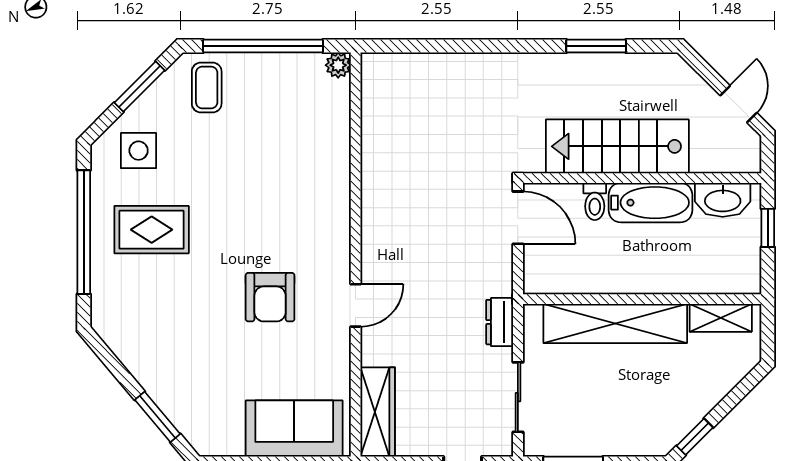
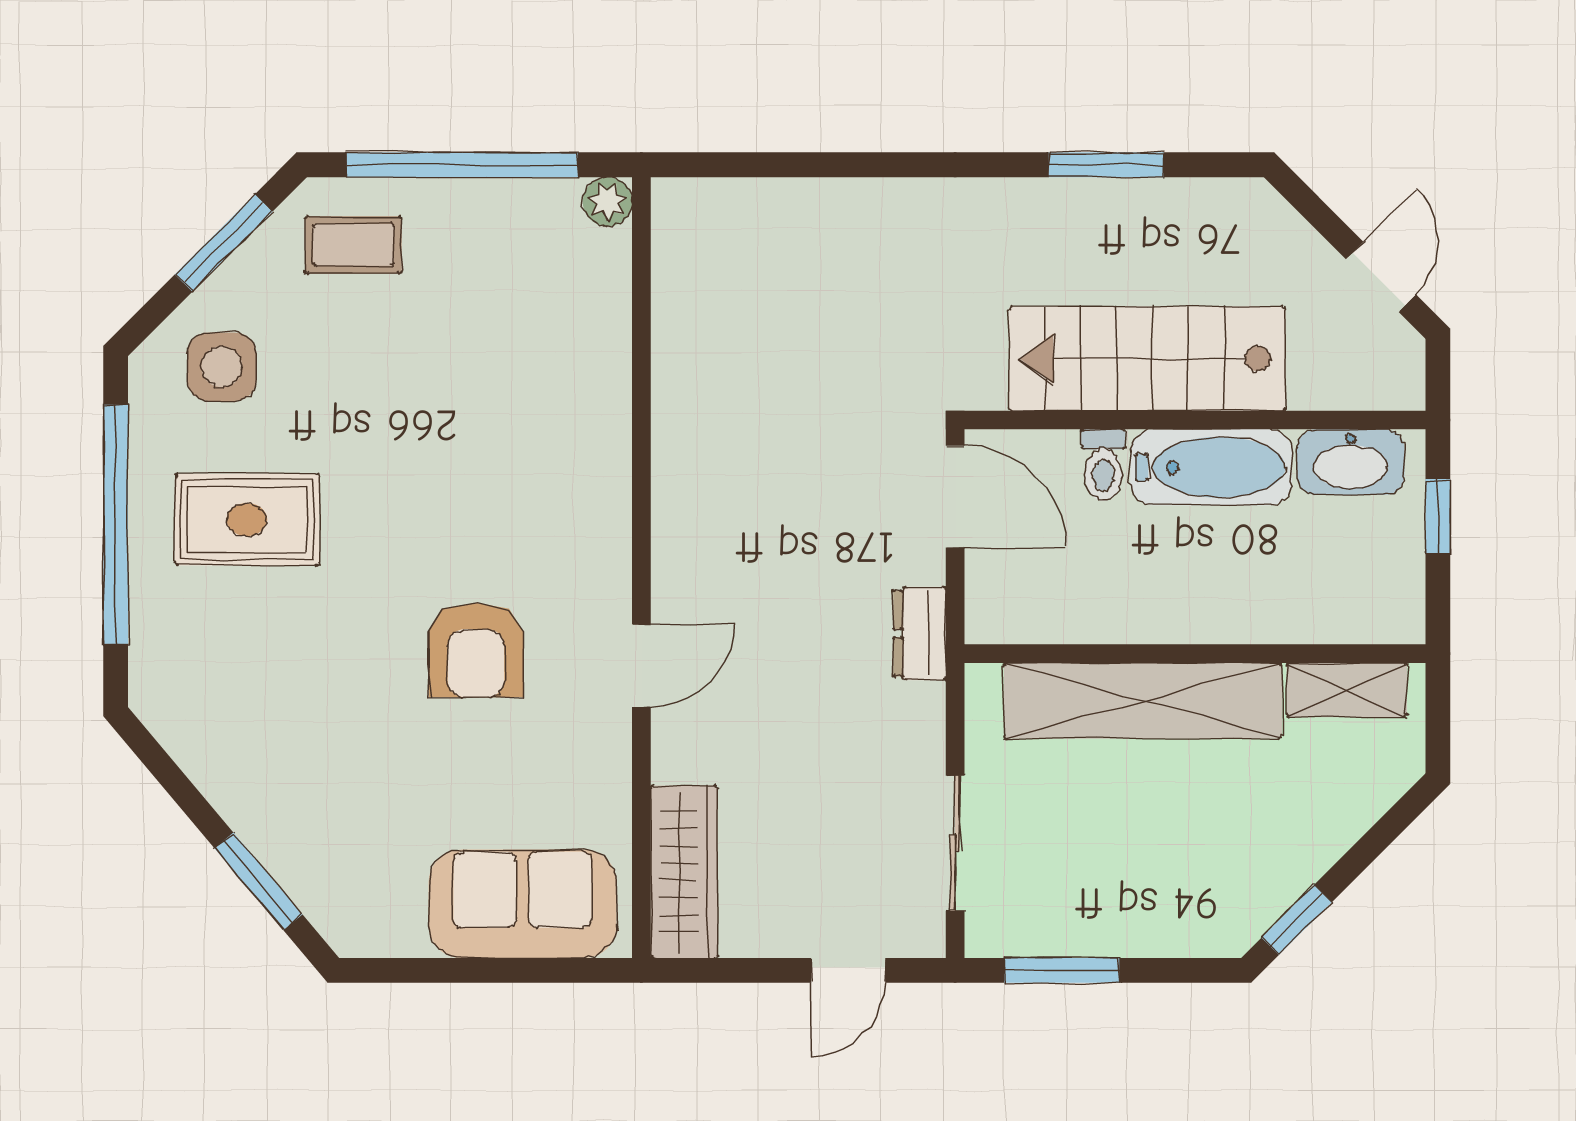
coffee table: (207, 88) -> (353, 245), turned 90
dresser: (500, 322) -> (920, 633), moved

